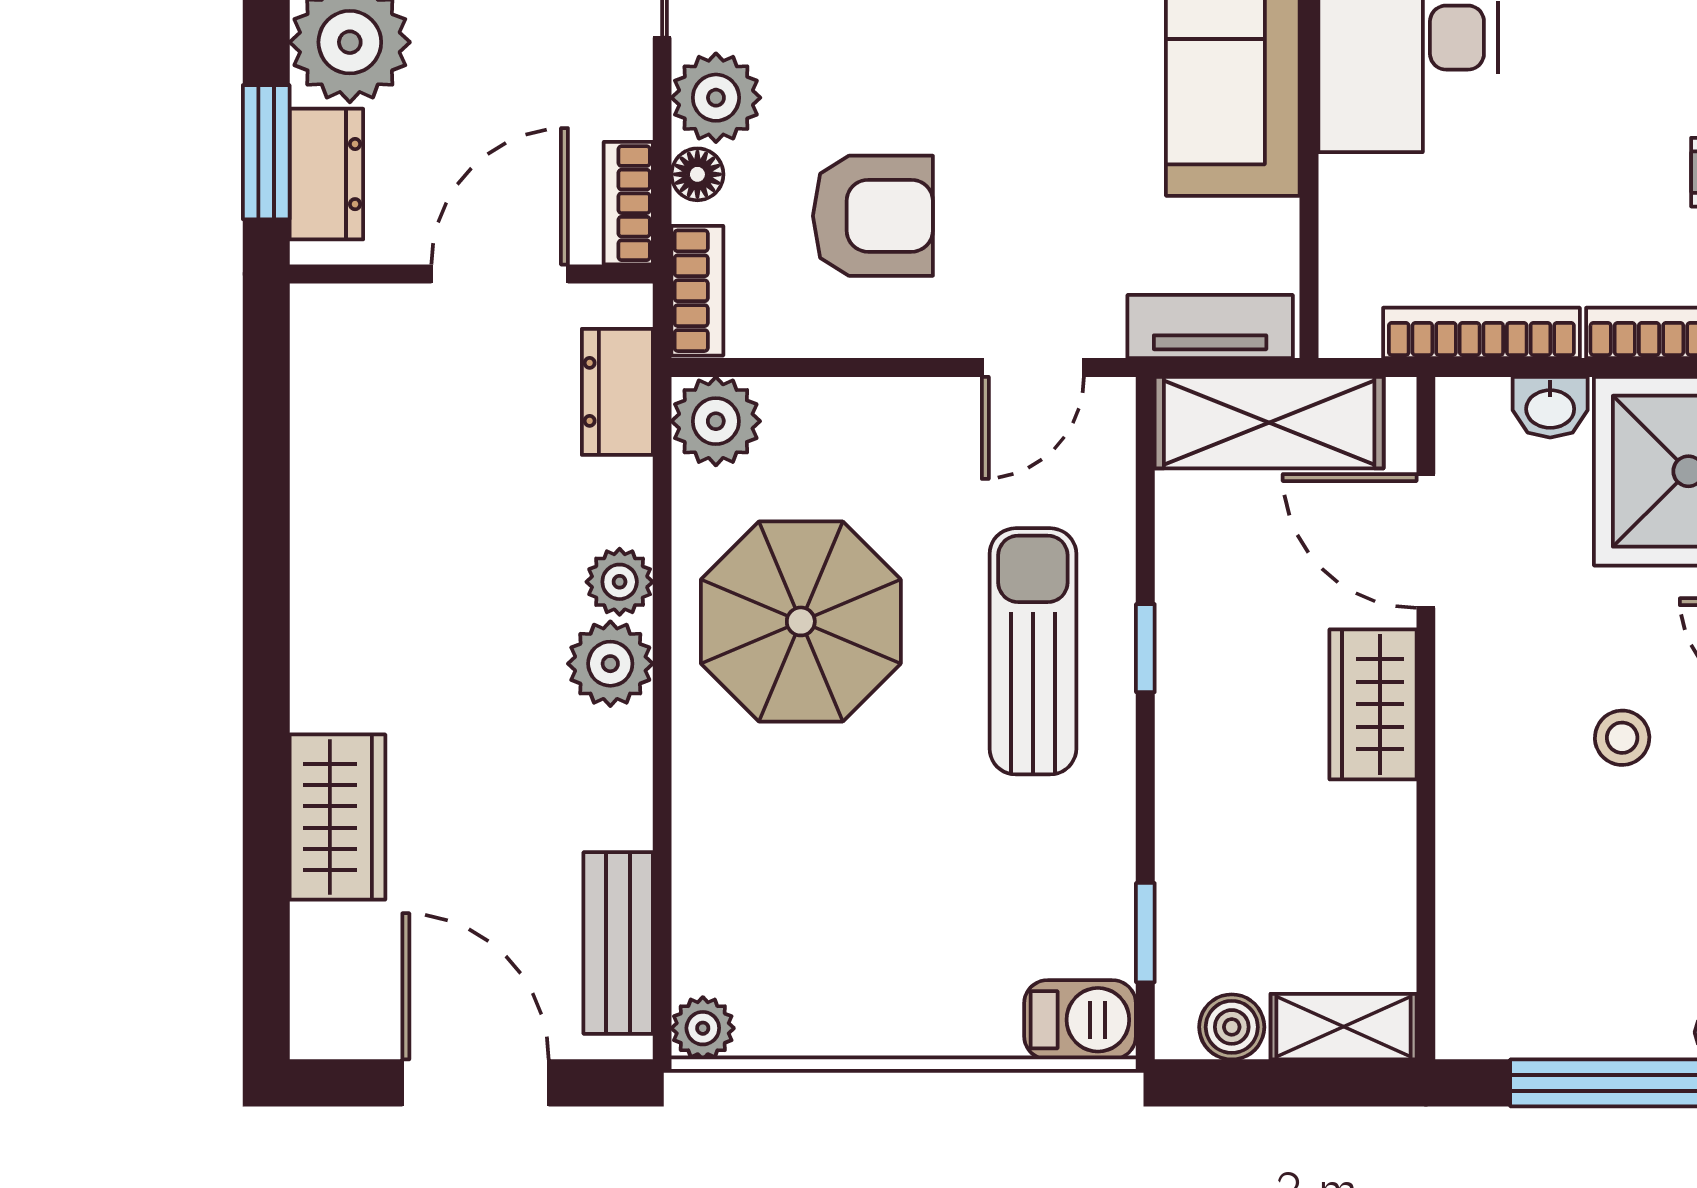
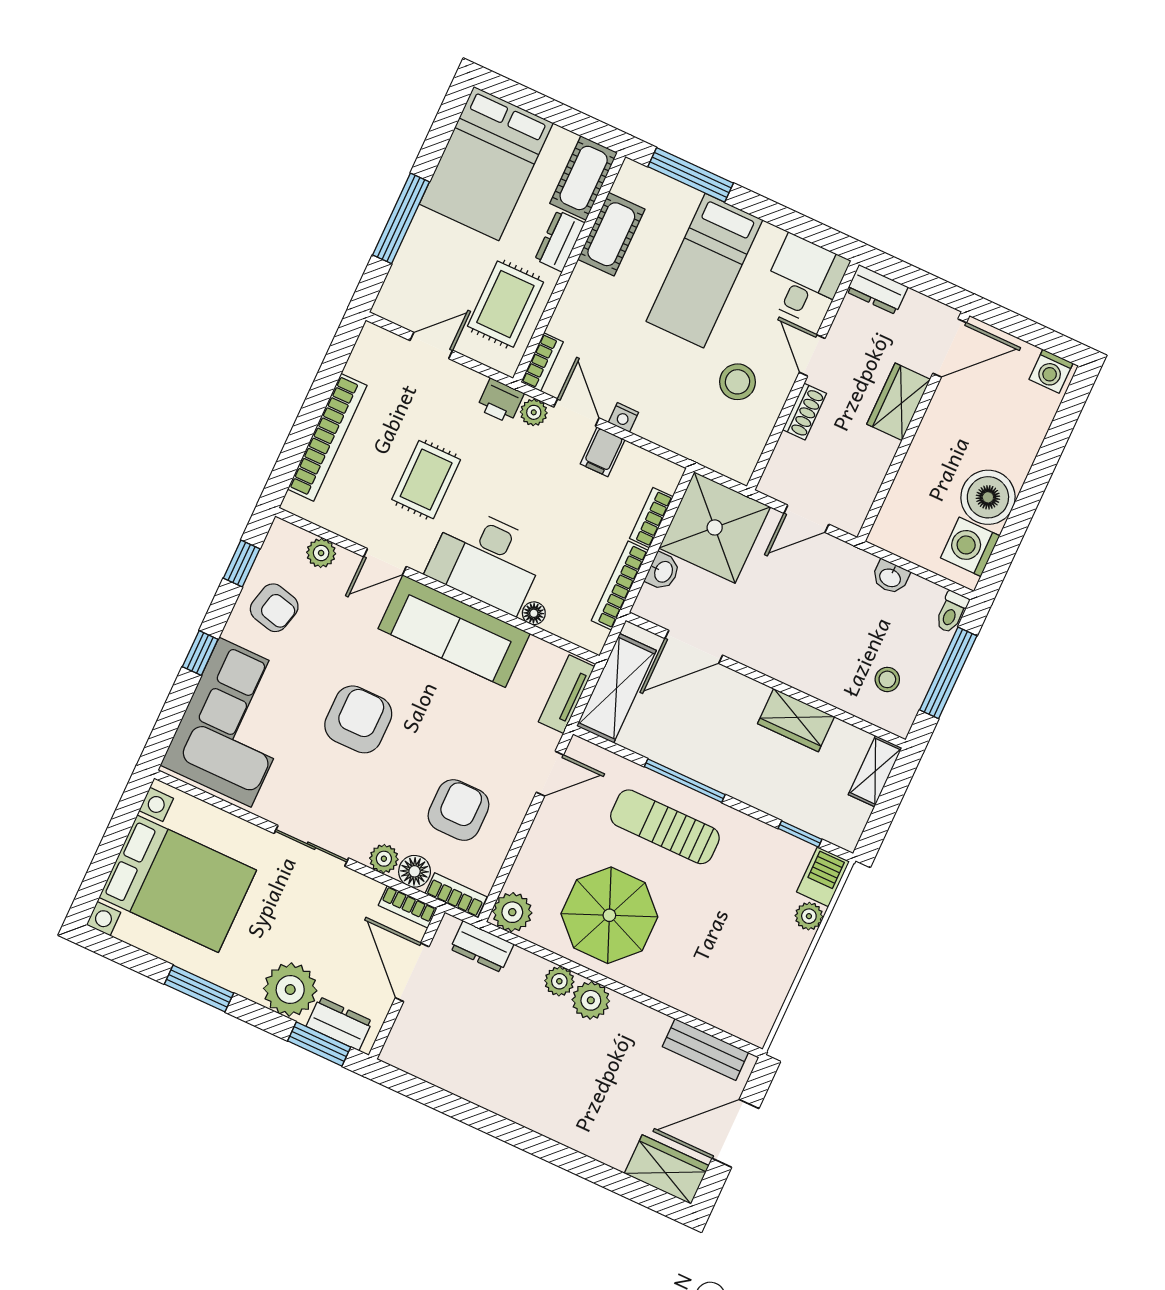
plant: (716, 98) -> (384, 859), width x0.73, depth x0.73
floor lamp: (697, 174) -> (415, 871), width x1.37, depth x1.37
floor lamp: (1344, 184) -> (534, 613), added
door: (1033, 367) -> (550, 774), hinge flipped
window: (1145, 648) -> (685, 781), width x2.17
wardrobe: (1373, 704) -> (796, 720), moved
stool: (1622, 738) -> (887, 679), moved
wardrobe: (337, 817) -> (667, 1170), moved
boiler: (1232, 1027) -> (854, 817), removed
plant: (703, 1028) -> (809, 916), moved

